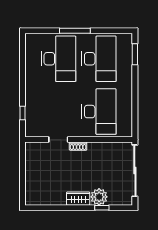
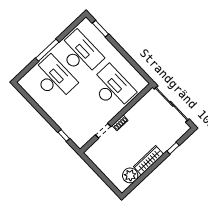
plant: (99, 197) -> (130, 175), moved
wardrobe: (78, 199) -> (148, 160), width x1.50

